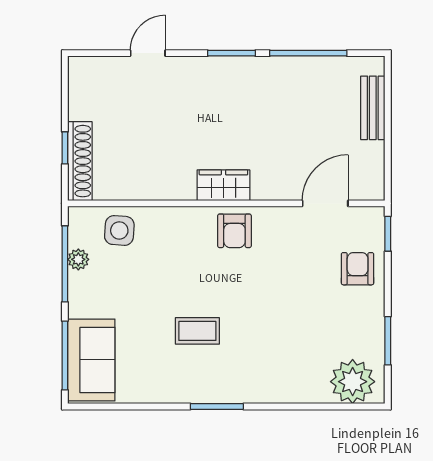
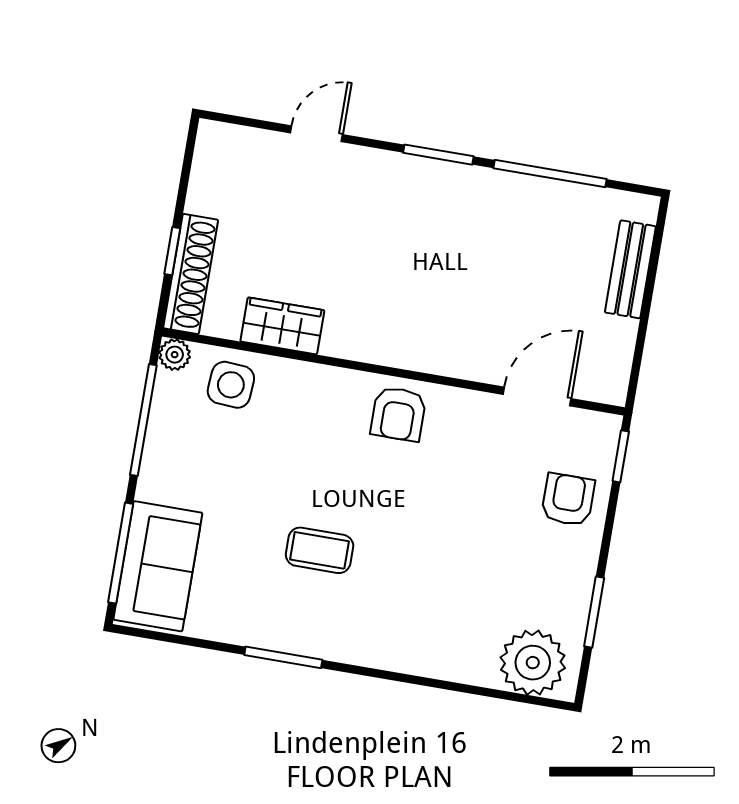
wardrobe: (223, 185) -> (282, 326), moved
plant: (78, 259) -> (175, 355), moved
window: (217, 407) -> (283, 657), moved

